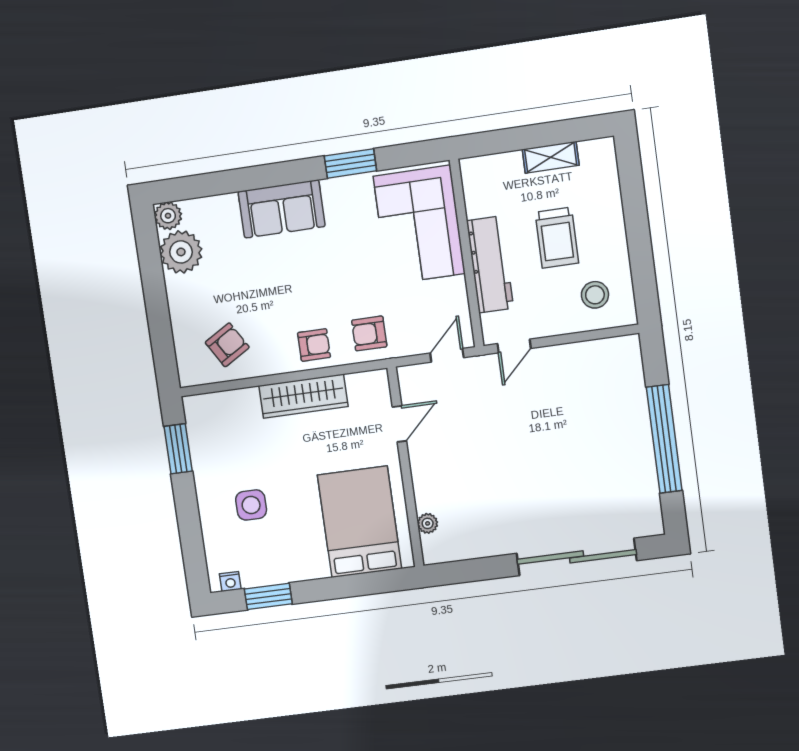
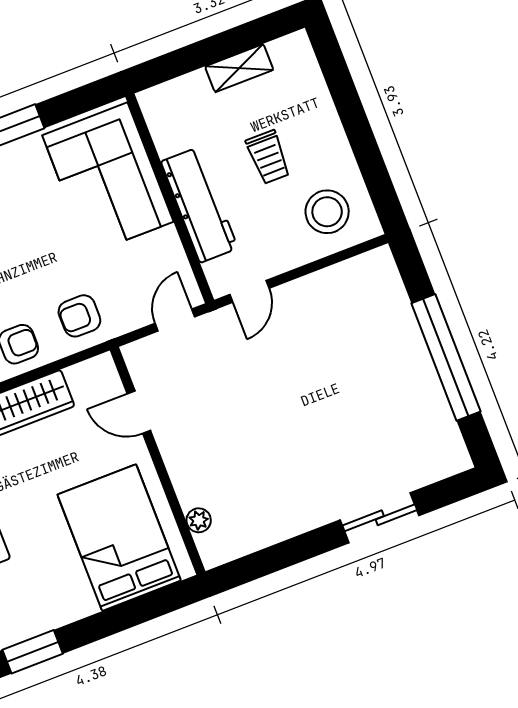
trolley: (557, 238) -> (268, 157), width x0.73, depth x0.72
stool: (595, 295) -> (327, 212), width x1.38, depth x1.38
door: (399, 424) -> (139, 412), swing flipped
sliding door: (577, 557) -> (380, 518), width x0.54

